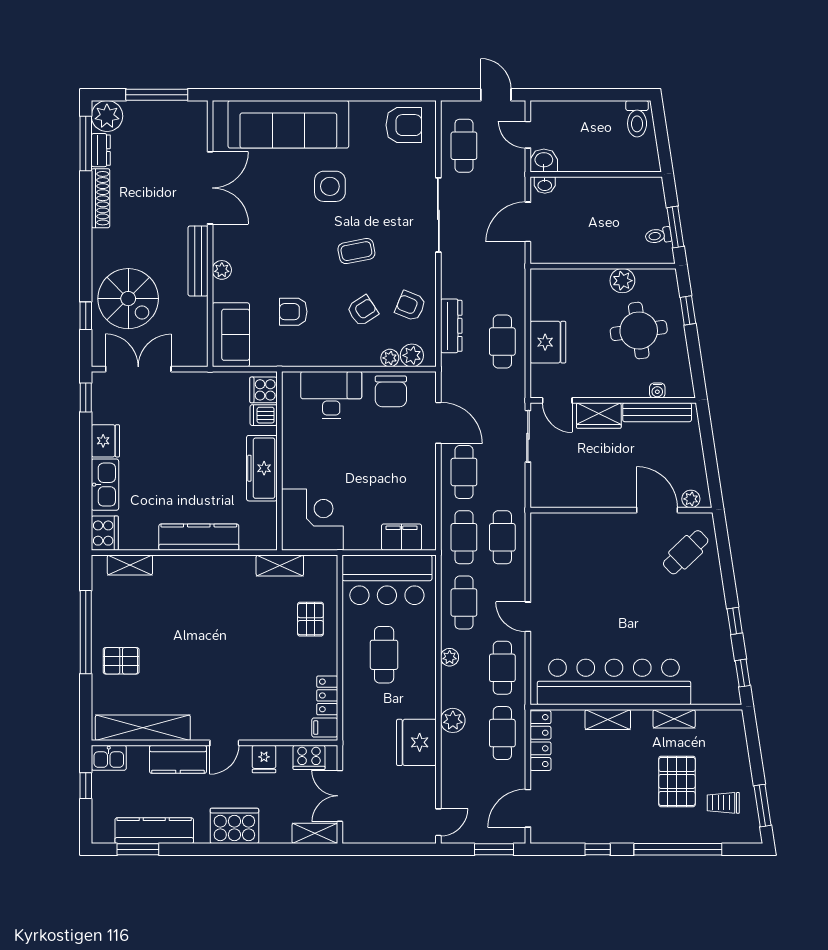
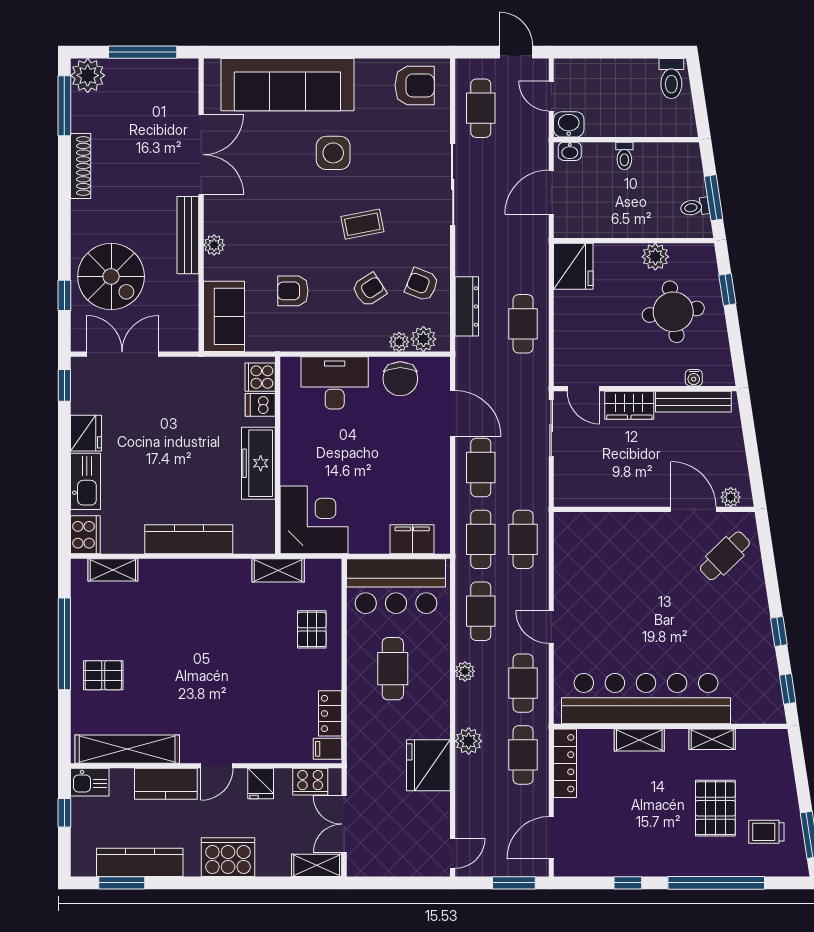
dresser: (101, 150) -> (81, 113), removed
toilet: (594, 189) -> (624, 156), added
fridge: (548, 342) -> (573, 266), moved

